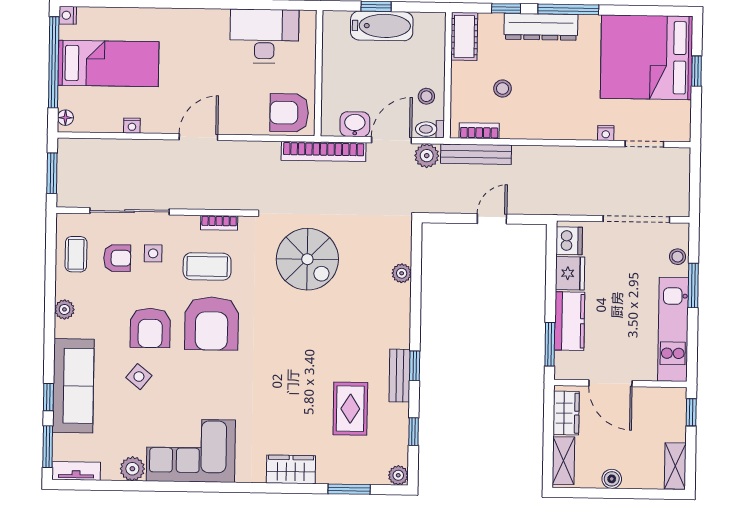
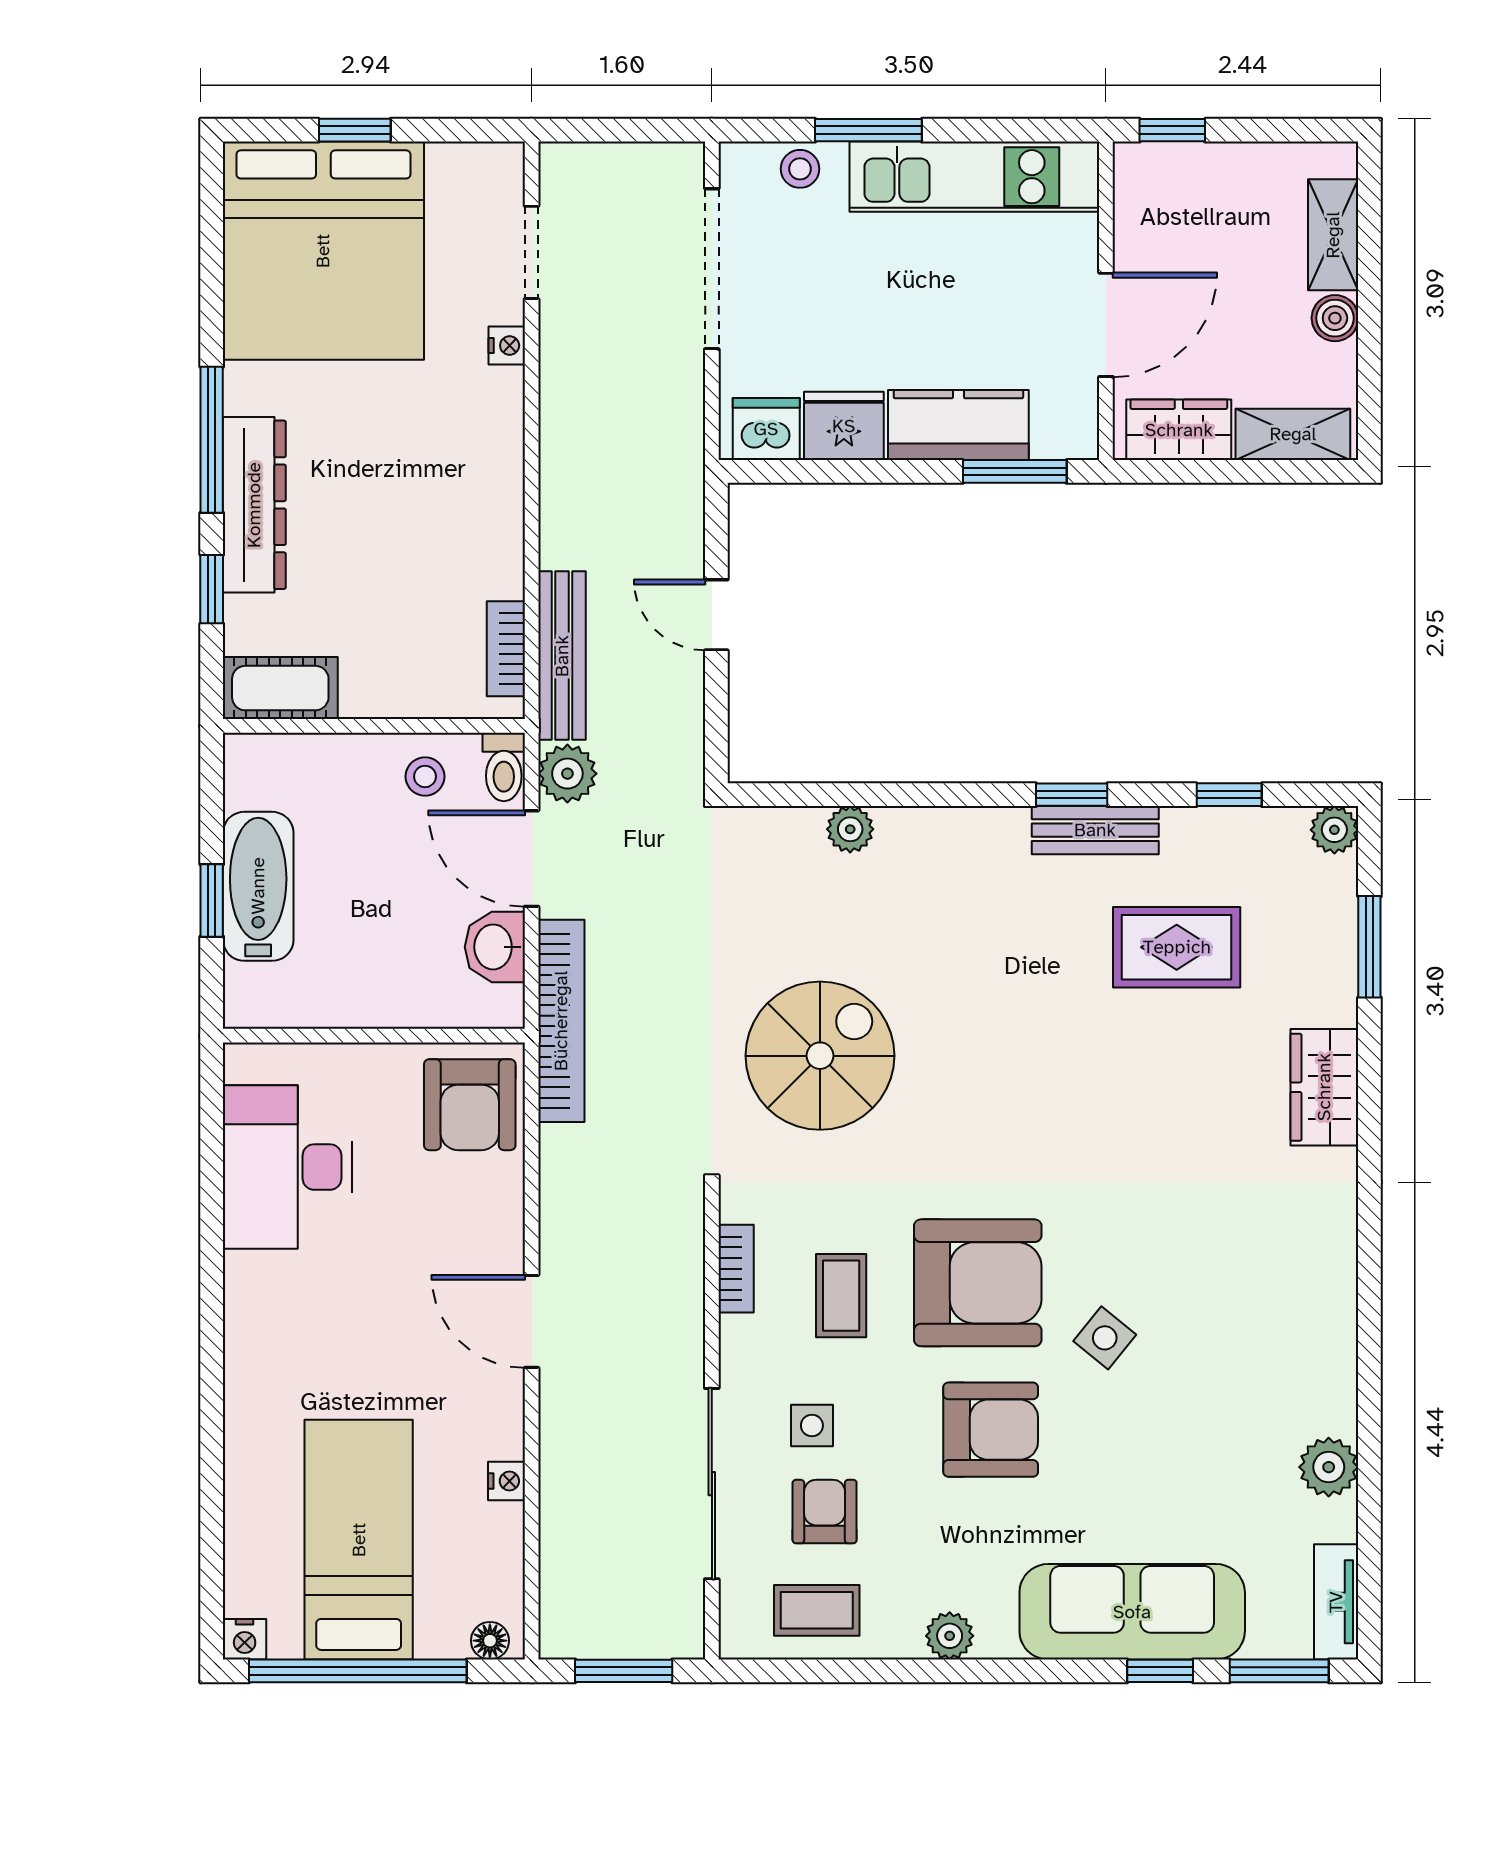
stool: (503, 89) -> (404, 594), removed
coffee table: (207, 266) -> (841, 1296), width x0.73, depth x0.77
side table: (139, 377) -> (1105, 1338), moved
corner sofa: (191, 451) -> (1283, 1328), removed
shelving: (675, 466) -> (1333, 235), moved, turned 90

